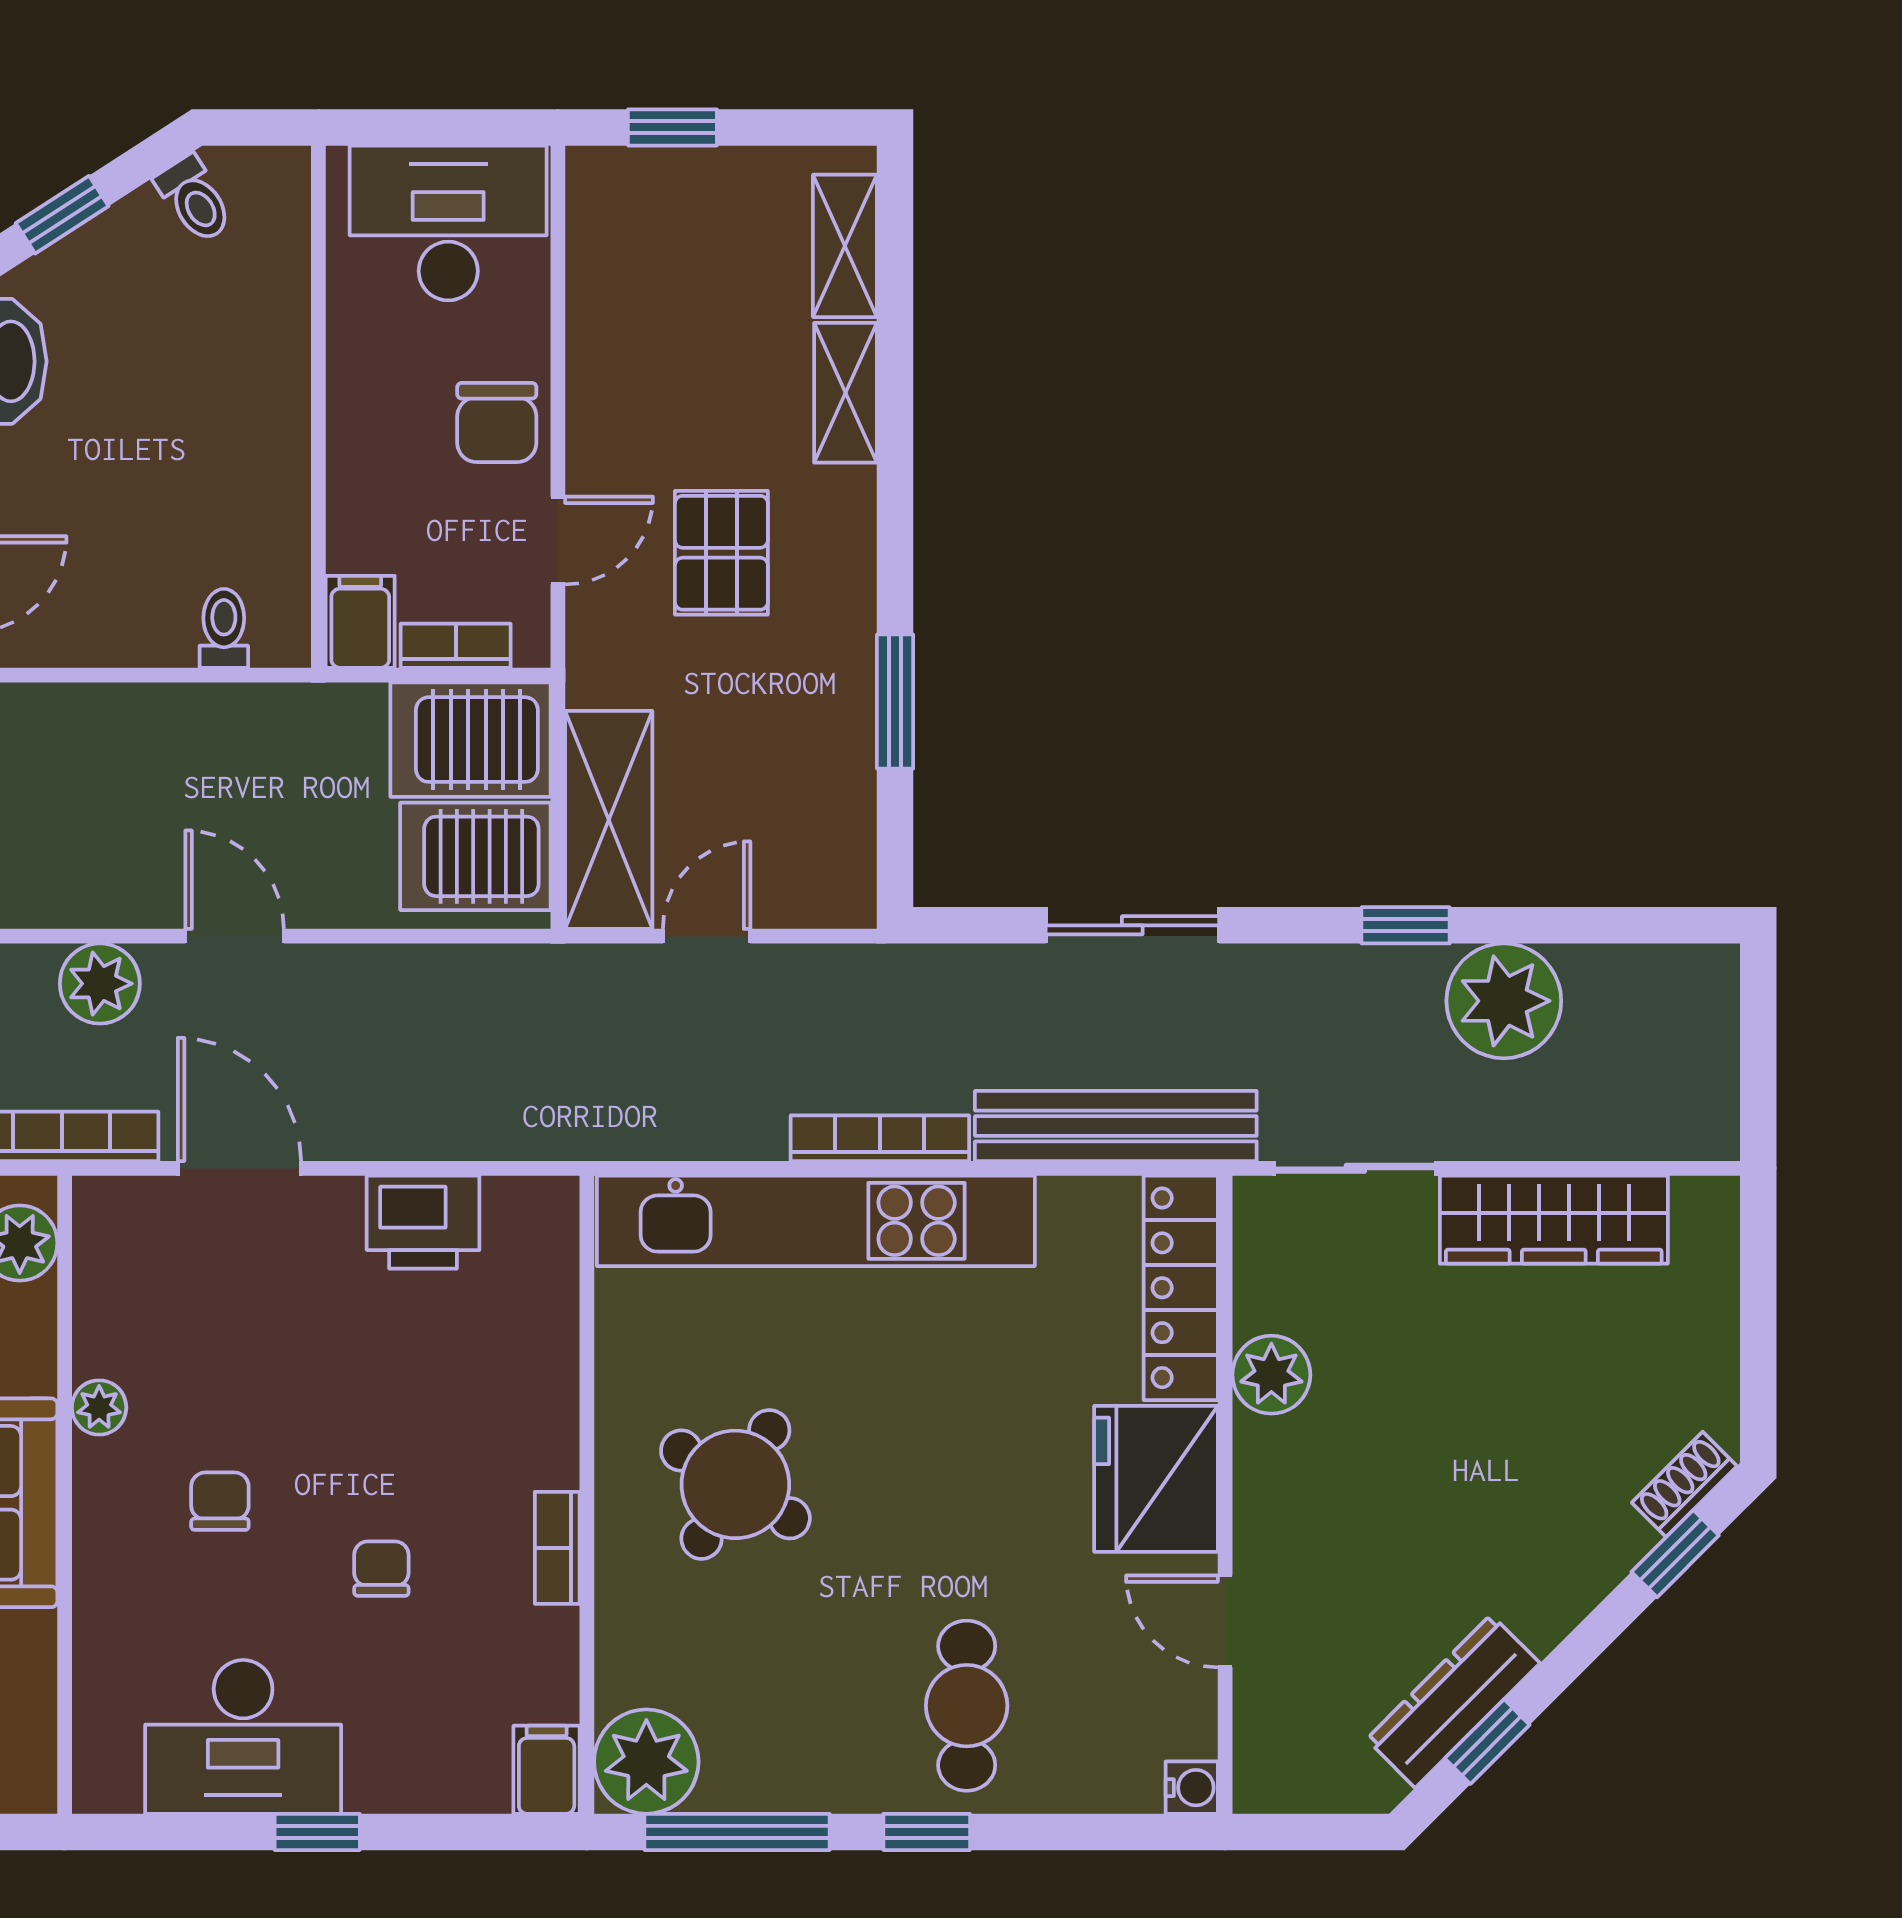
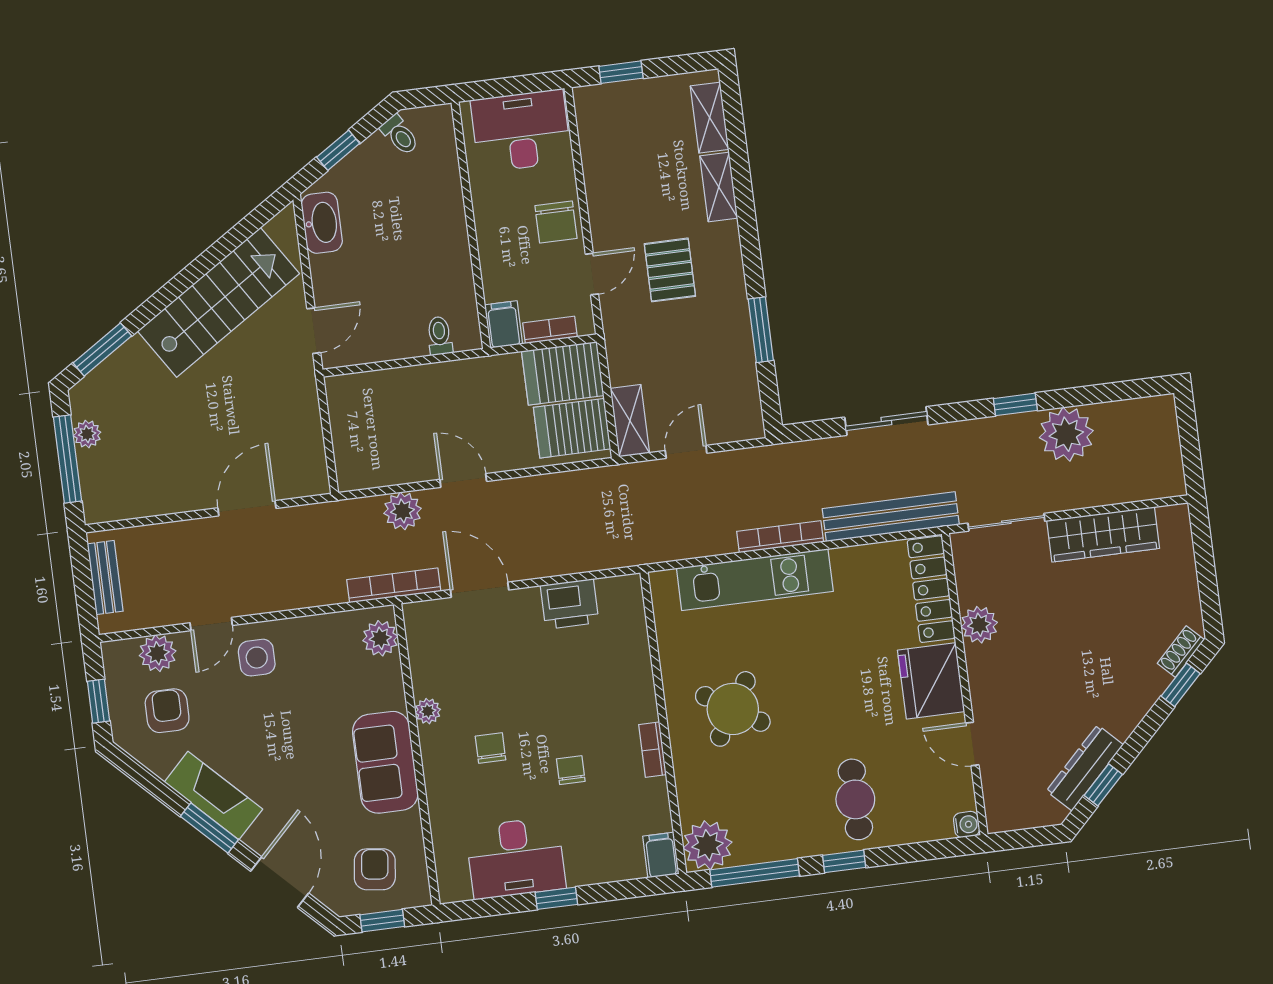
shelving: (609, 820) -> (630, 421), width x0.67, depth x0.75
kitchen unit: (816, 1221) -> (755, 580), width x0.73

